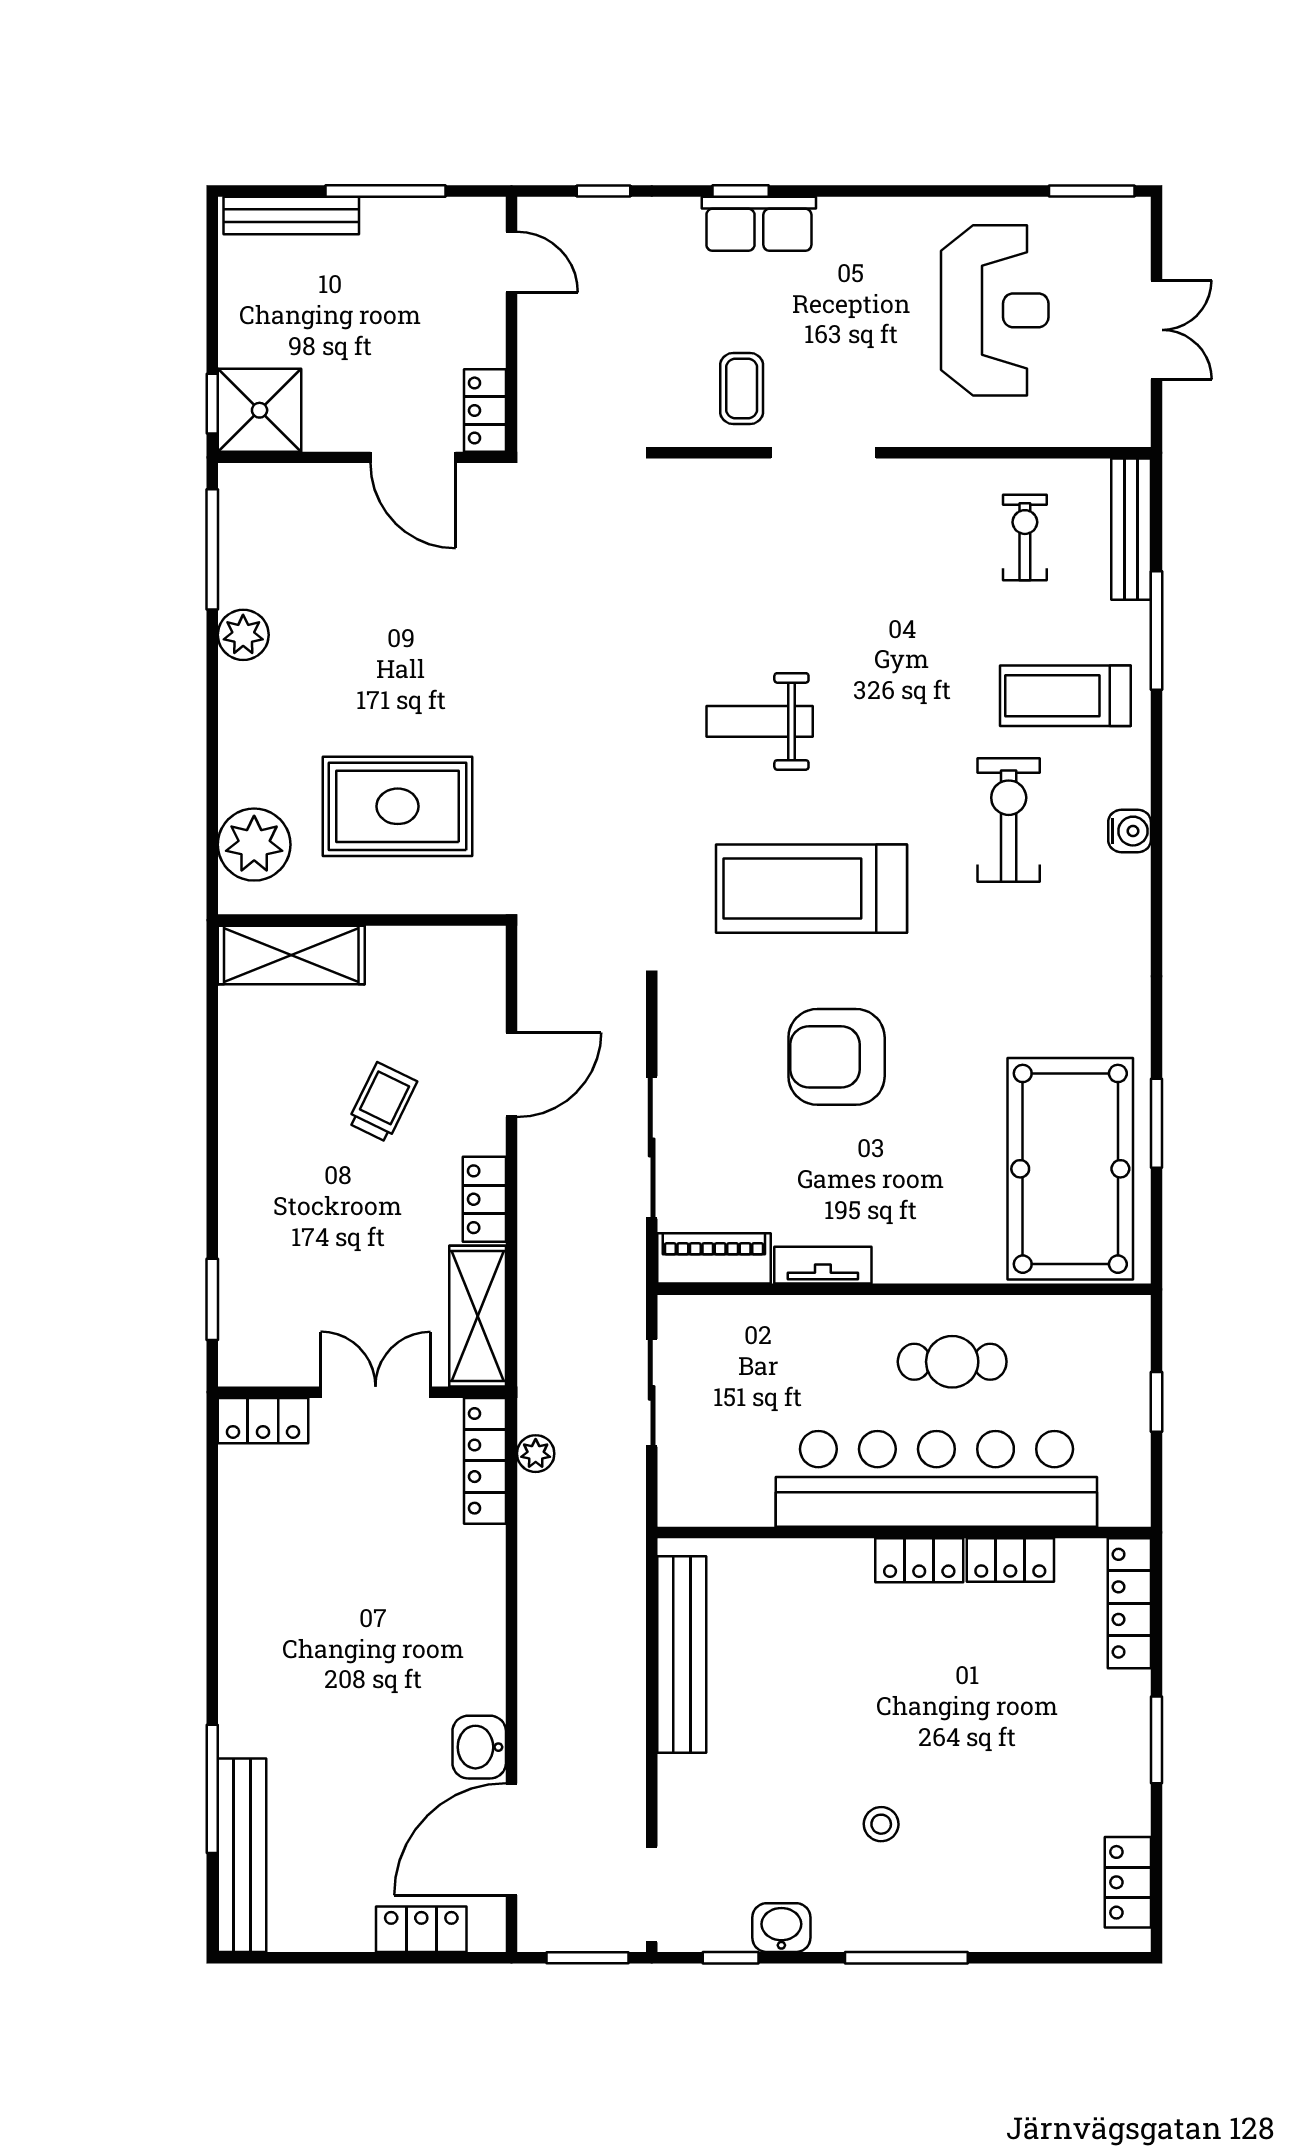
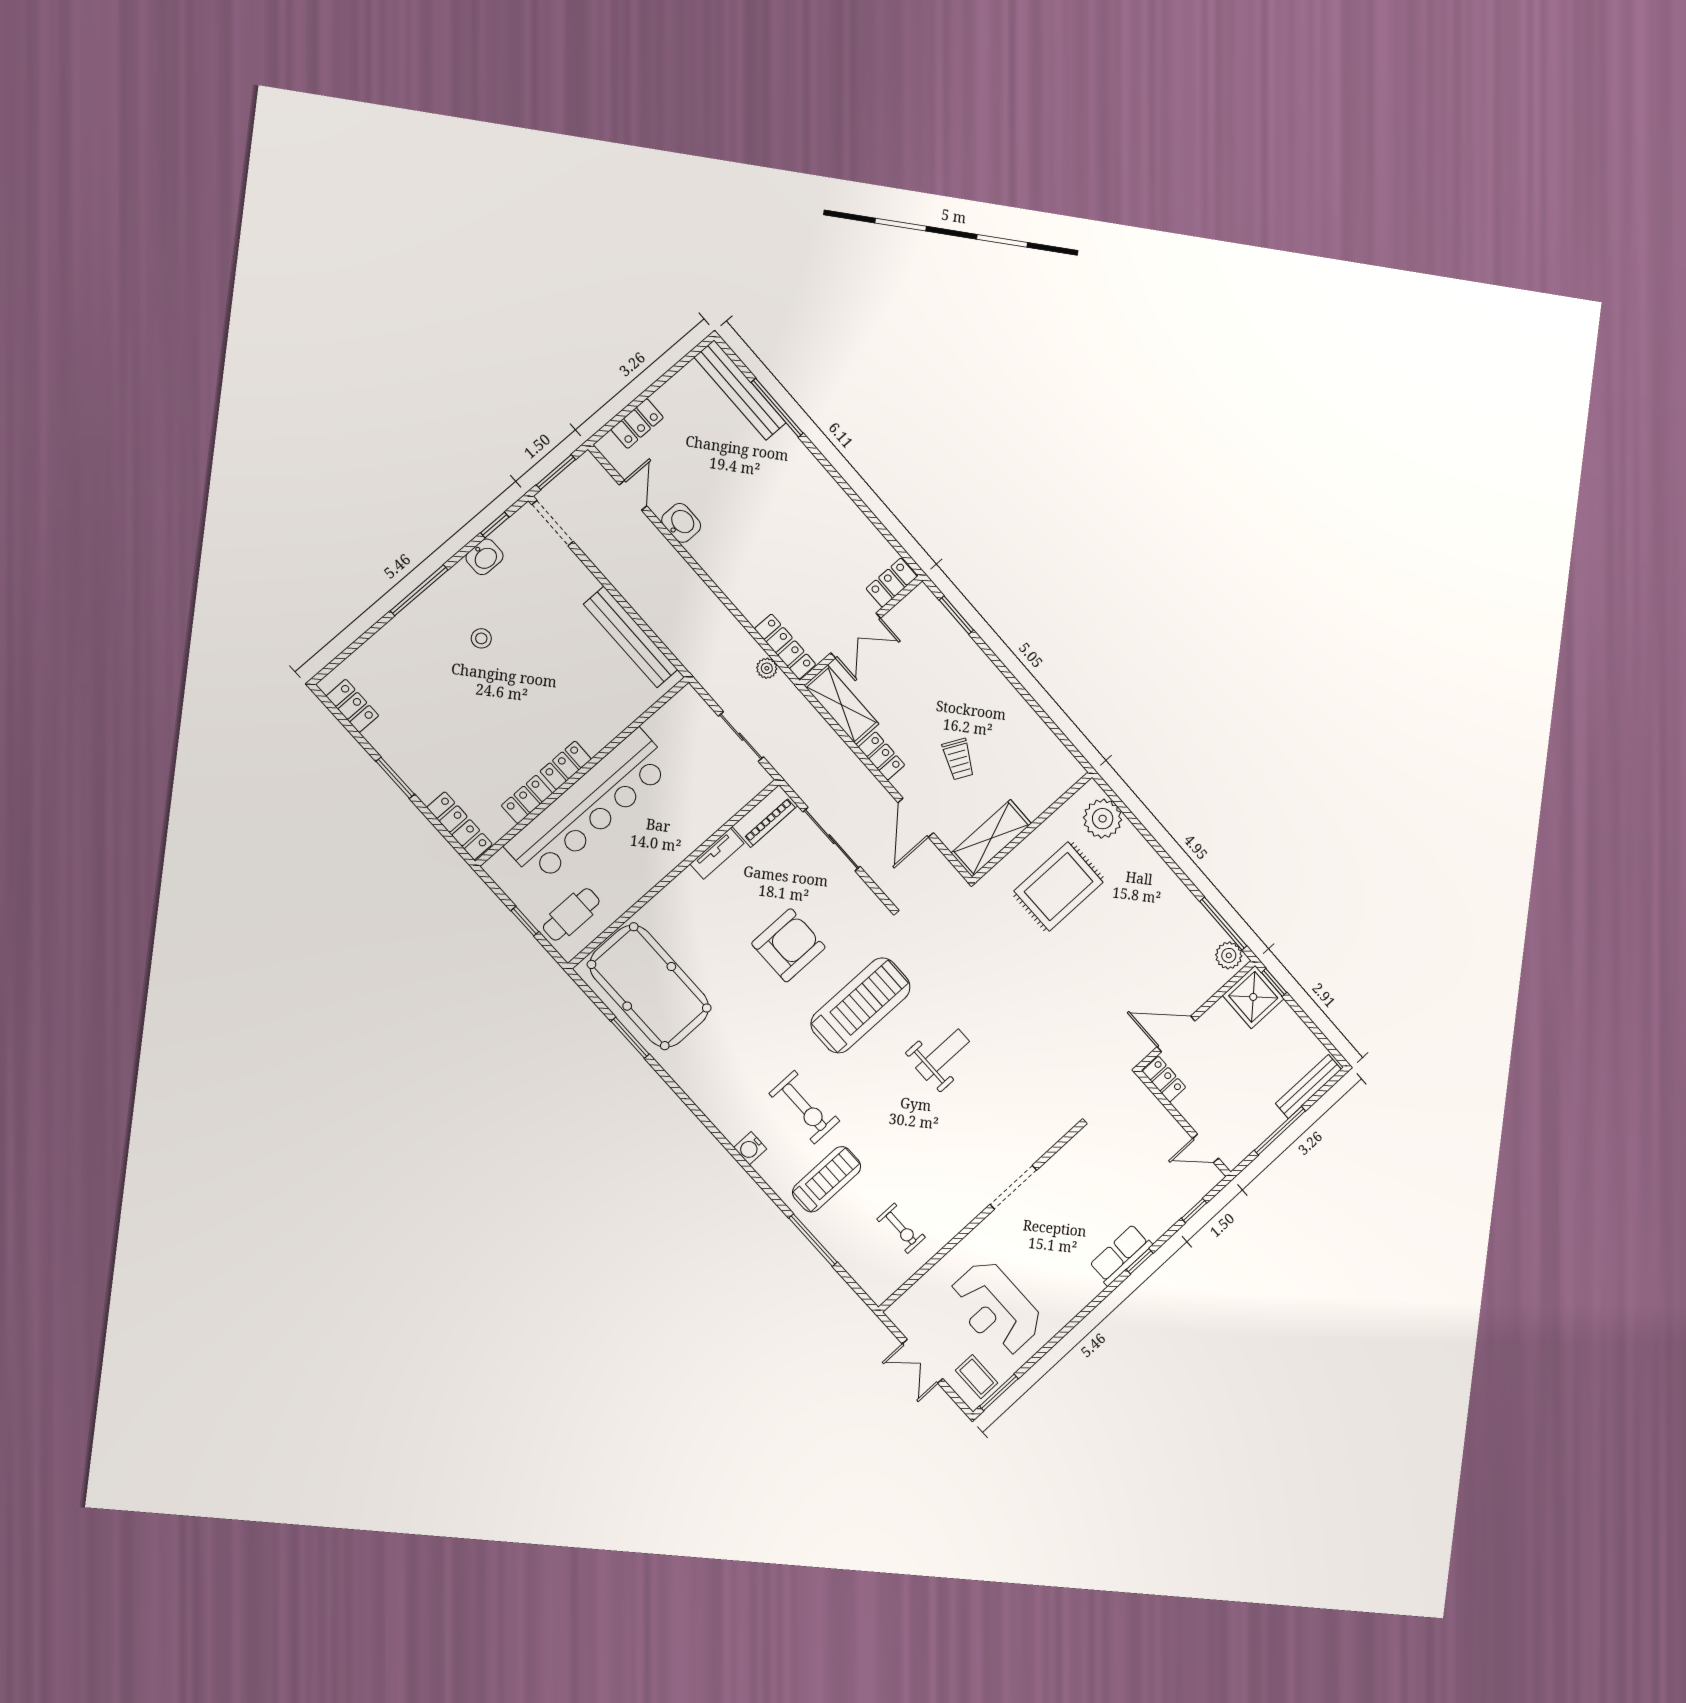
coffee table: (742, 388) -> (977, 1377), moved
bench: (1131, 529) -> (861, 1272), removed
plant: (243, 635) -> (1229, 955), moved
shelving: (291, 955) -> (991, 838), moved
cafe table: (952, 1362) -> (571, 914), moved
door: (511, 1839) -> (633, 495), width x0.53

